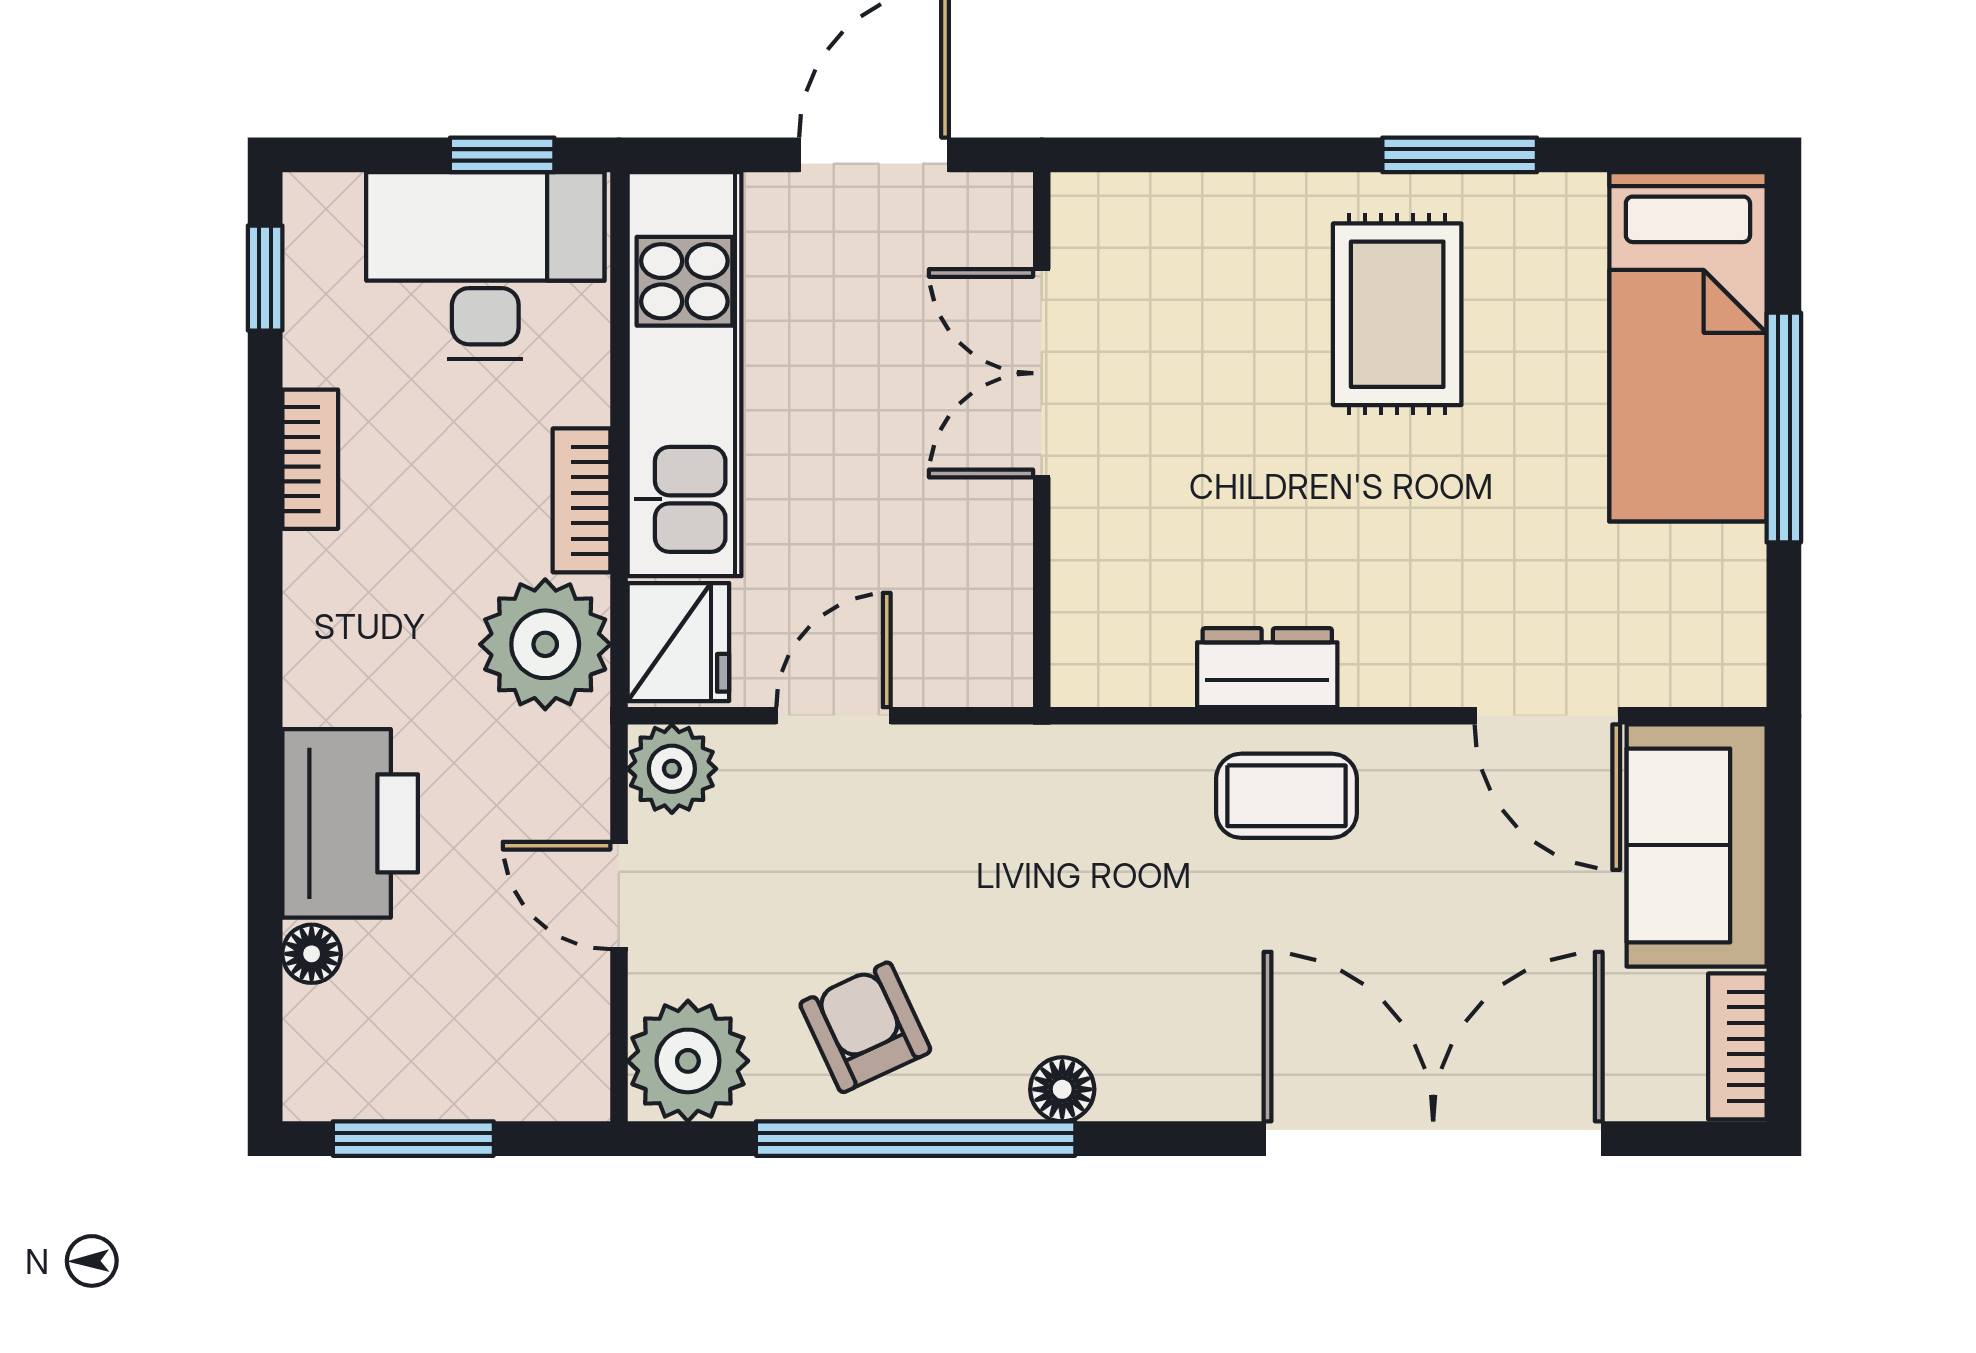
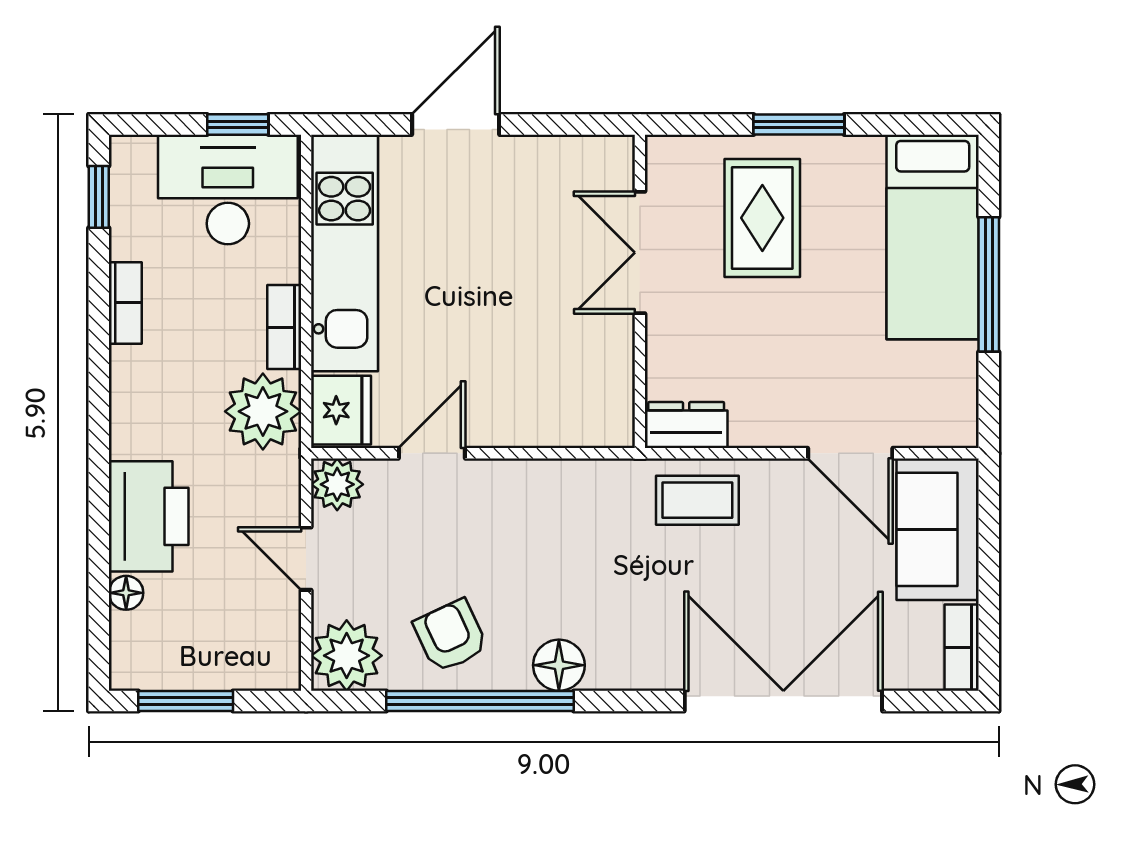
double door: (1042, 373) -> (640, 253), moved
wall: (1042, 440) -> (640, 291), moved
floor lamp: (1062, 1089) -> (559, 665), width x1.37, depth x1.37

